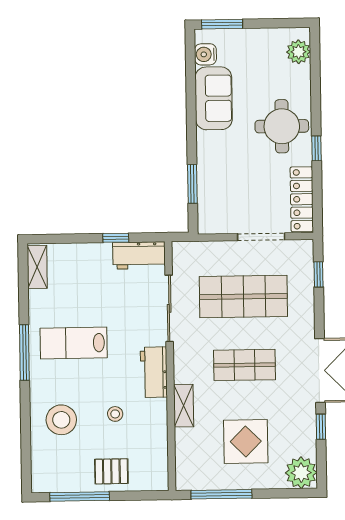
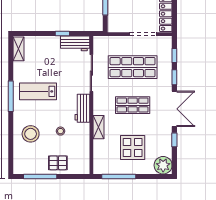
window: (319, 314) -> (174, 77), added

